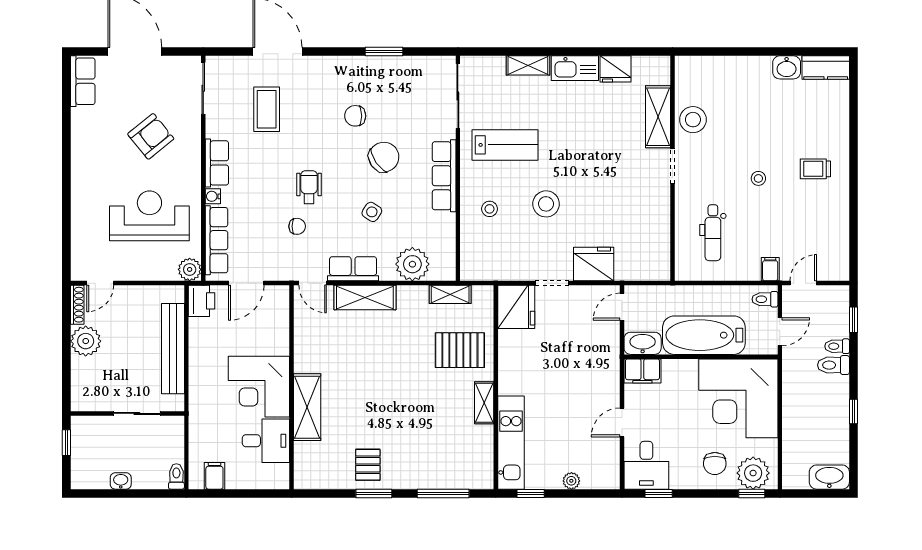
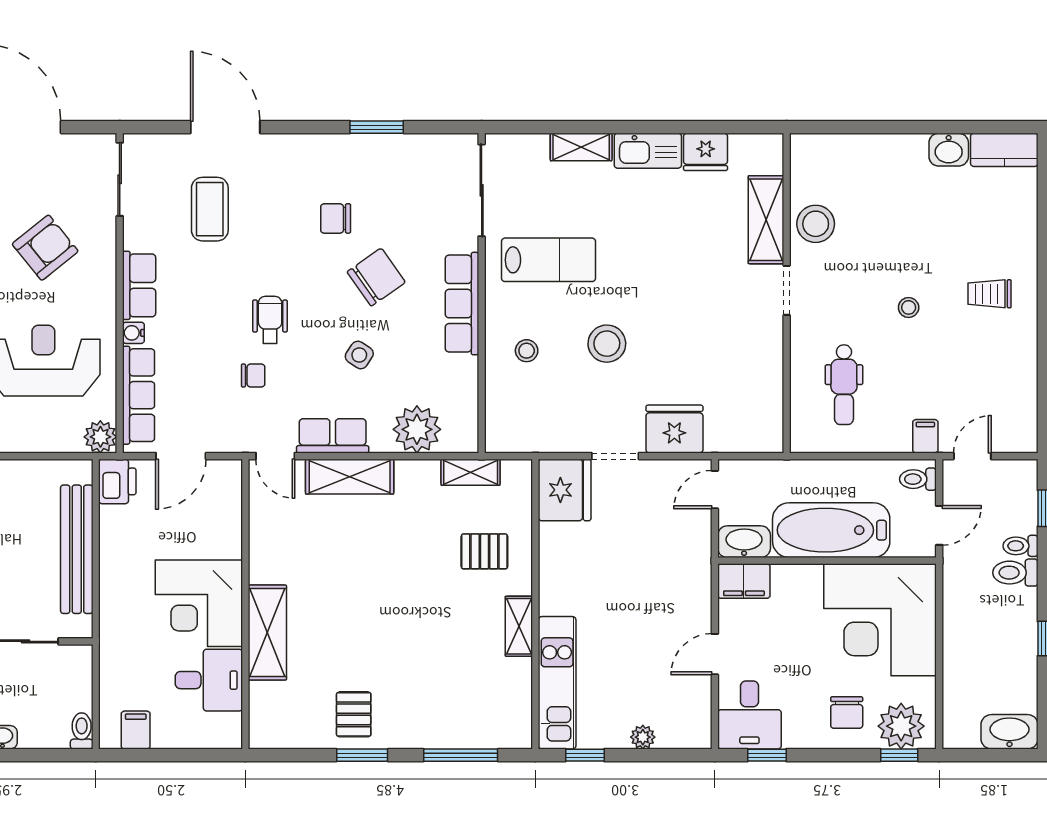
pallet: (460, 350) -> (484, 551), width x0.67, depth x0.71

